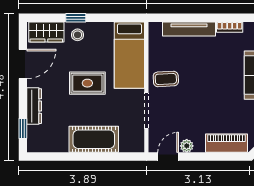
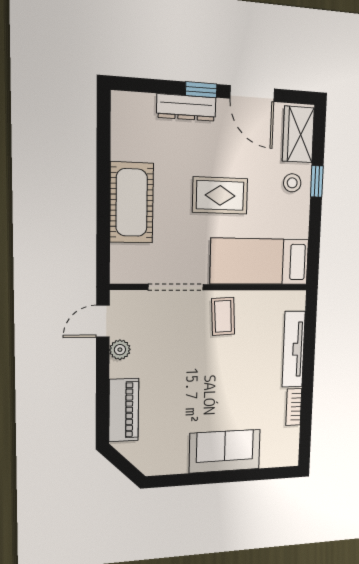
rug: (87, 83) -> (220, 195), turned 90
window: (23, 128) -> (201, 90), moved
door: (168, 157) -> (103, 321), swing flipped

